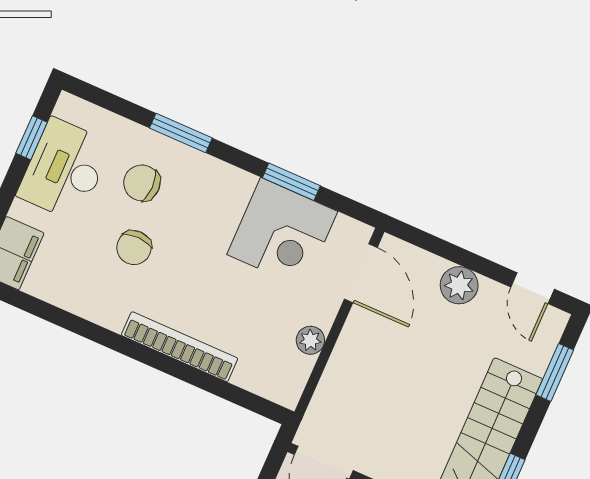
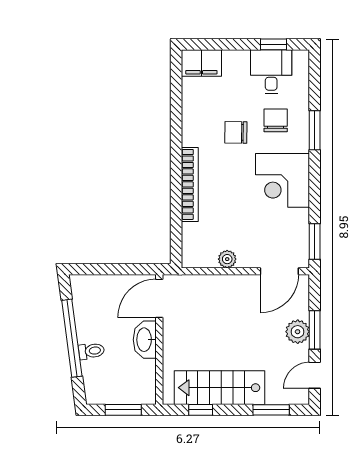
desk: (65, 170) -> (271, 72), width x0.73
window: (291, 182) -> (315, 241), moved
corner desk: (282, 233) -> (283, 180), moved
window: (468, 259) -> (315, 330), added

